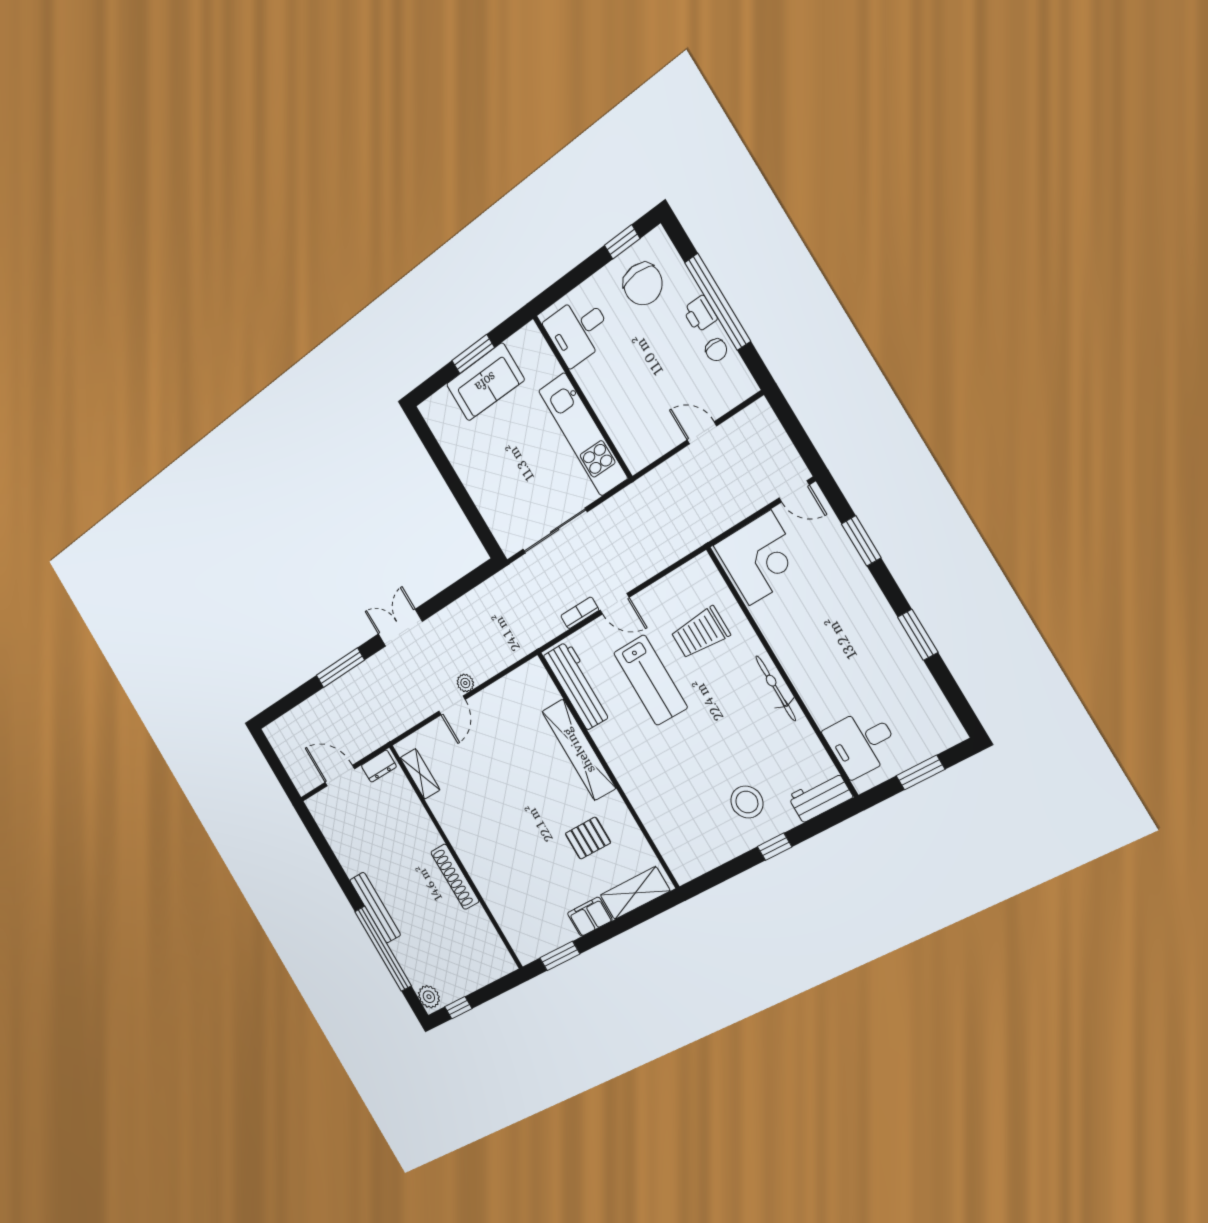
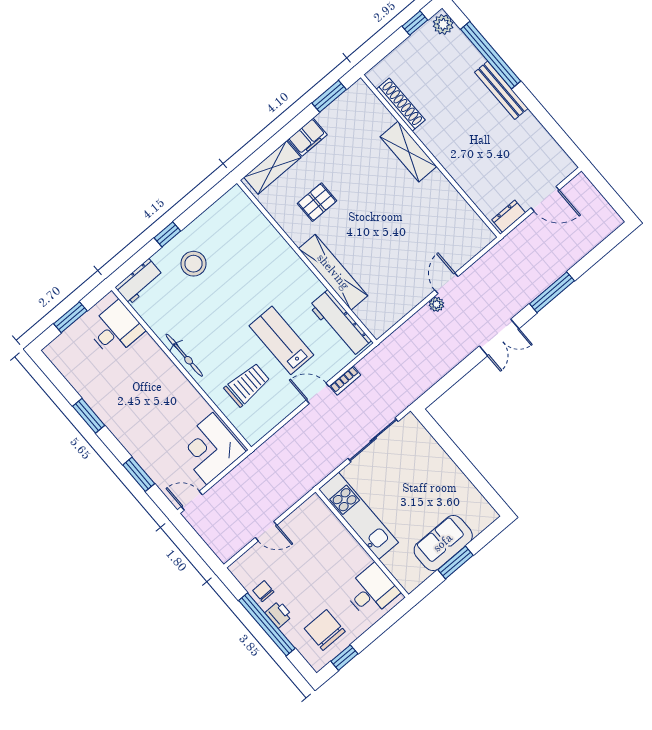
shelving: (420, 774) -> (408, 152), moved, width x1.50, depth x1.33
shoe rack: (455, 877) -> (401, 105), moved

